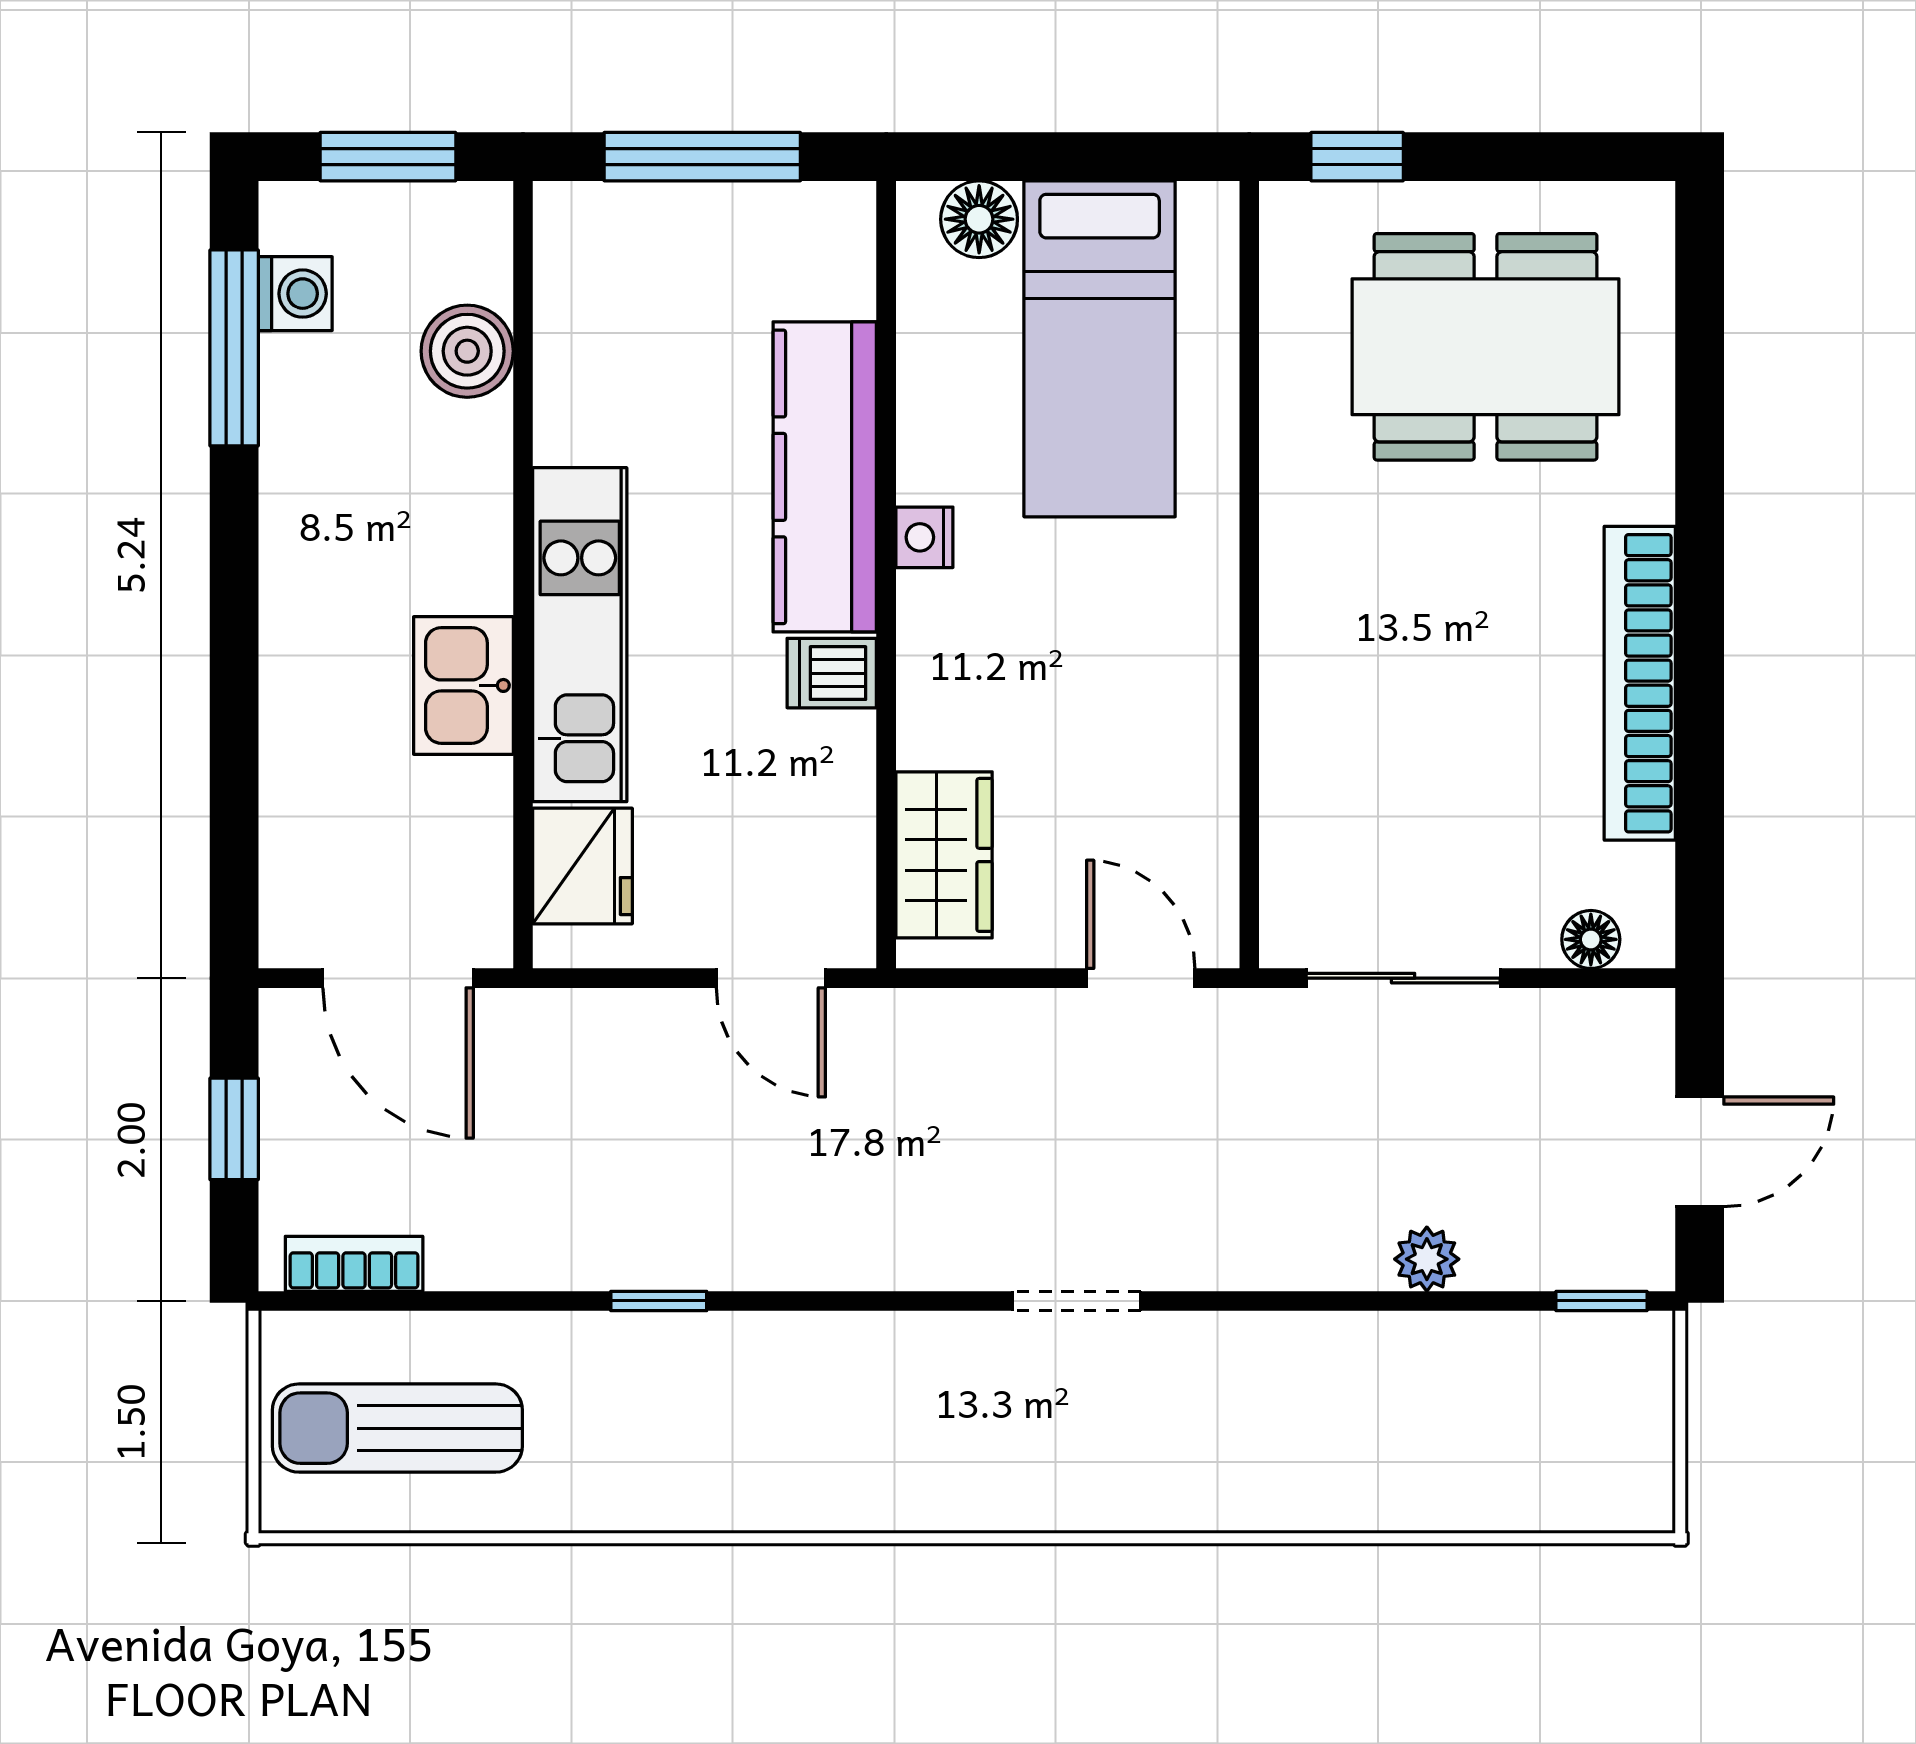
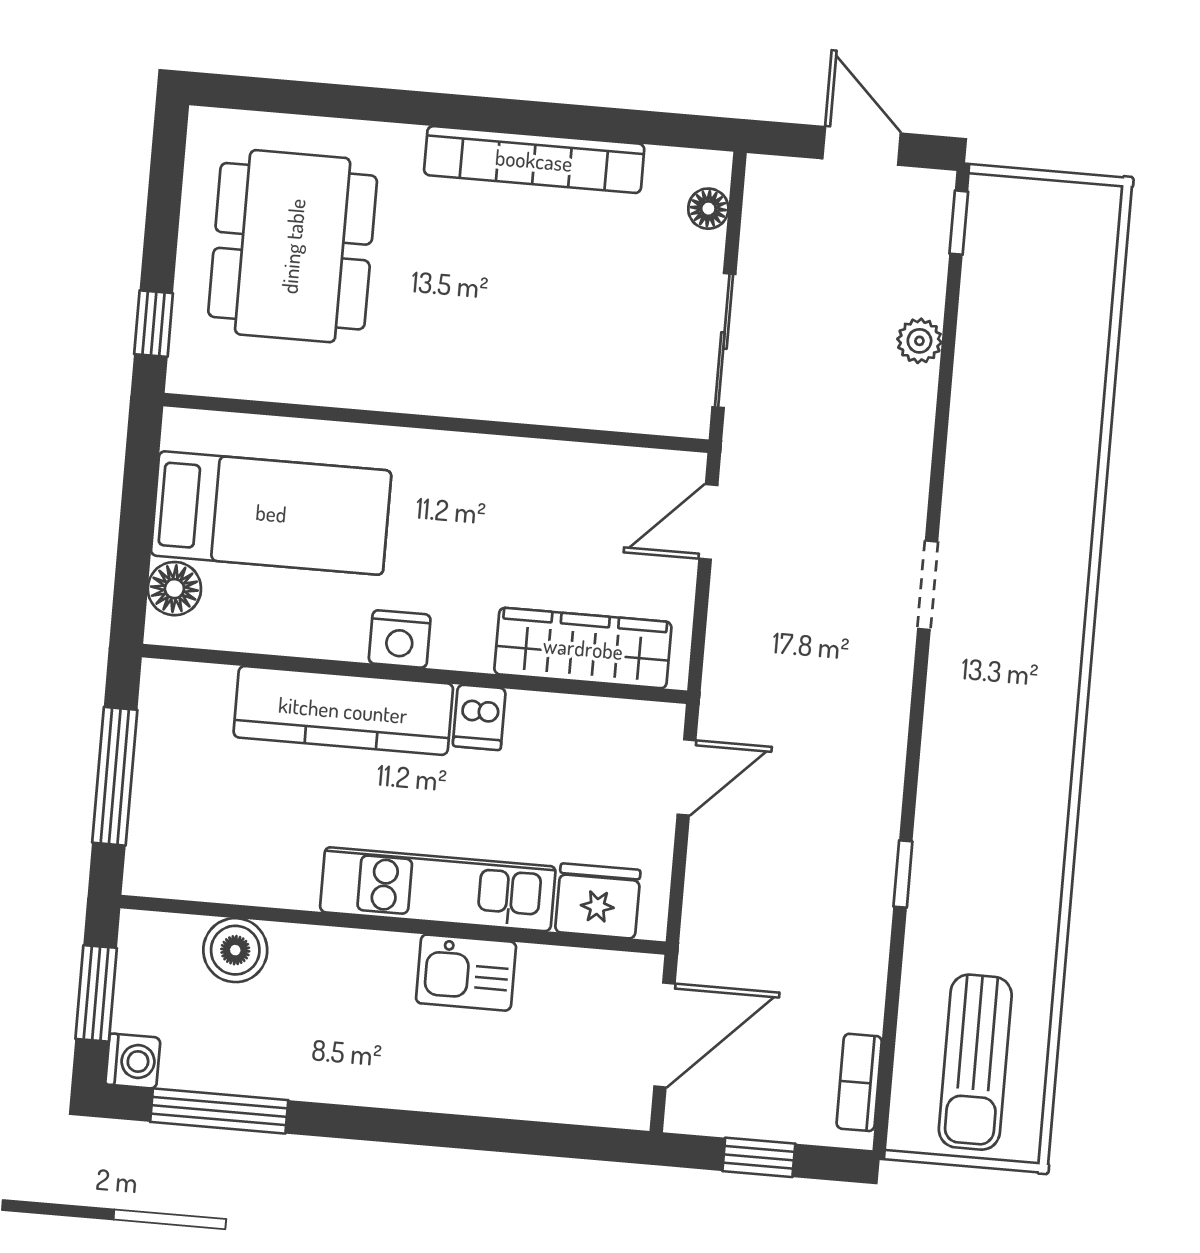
washing machine: (295, 294) -> (133, 1061), moved, turned 90
nightstand: (924, 537) -> (400, 639), width x1.39, depth x1.35
wardrobe: (944, 855) -> (583, 648), width x1.50

